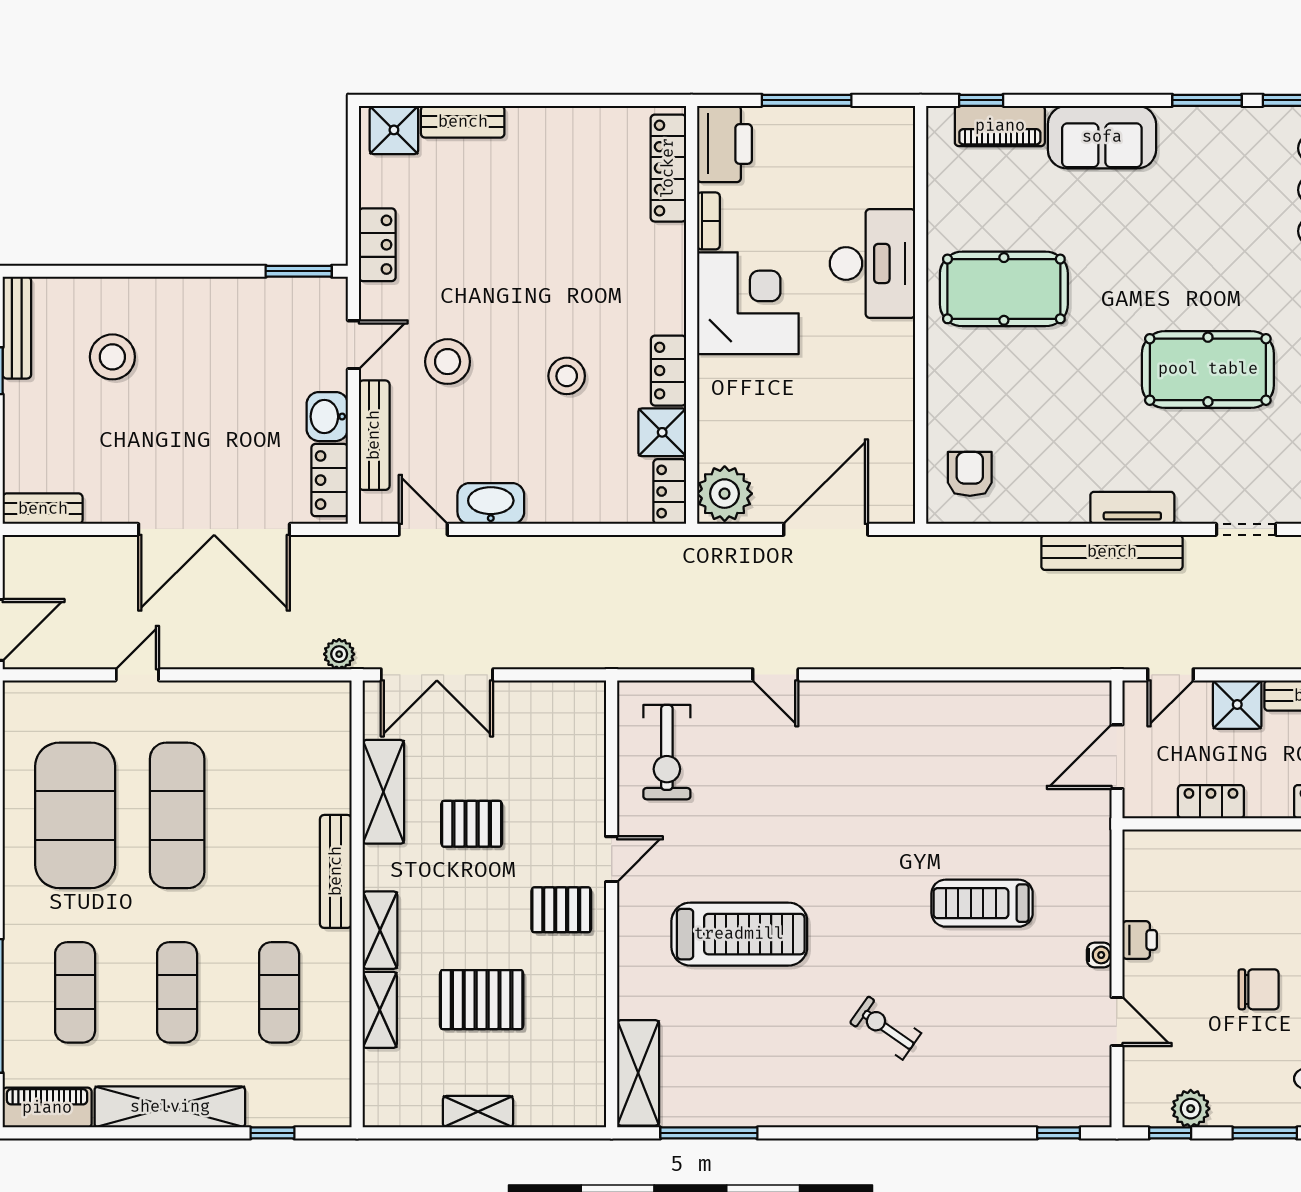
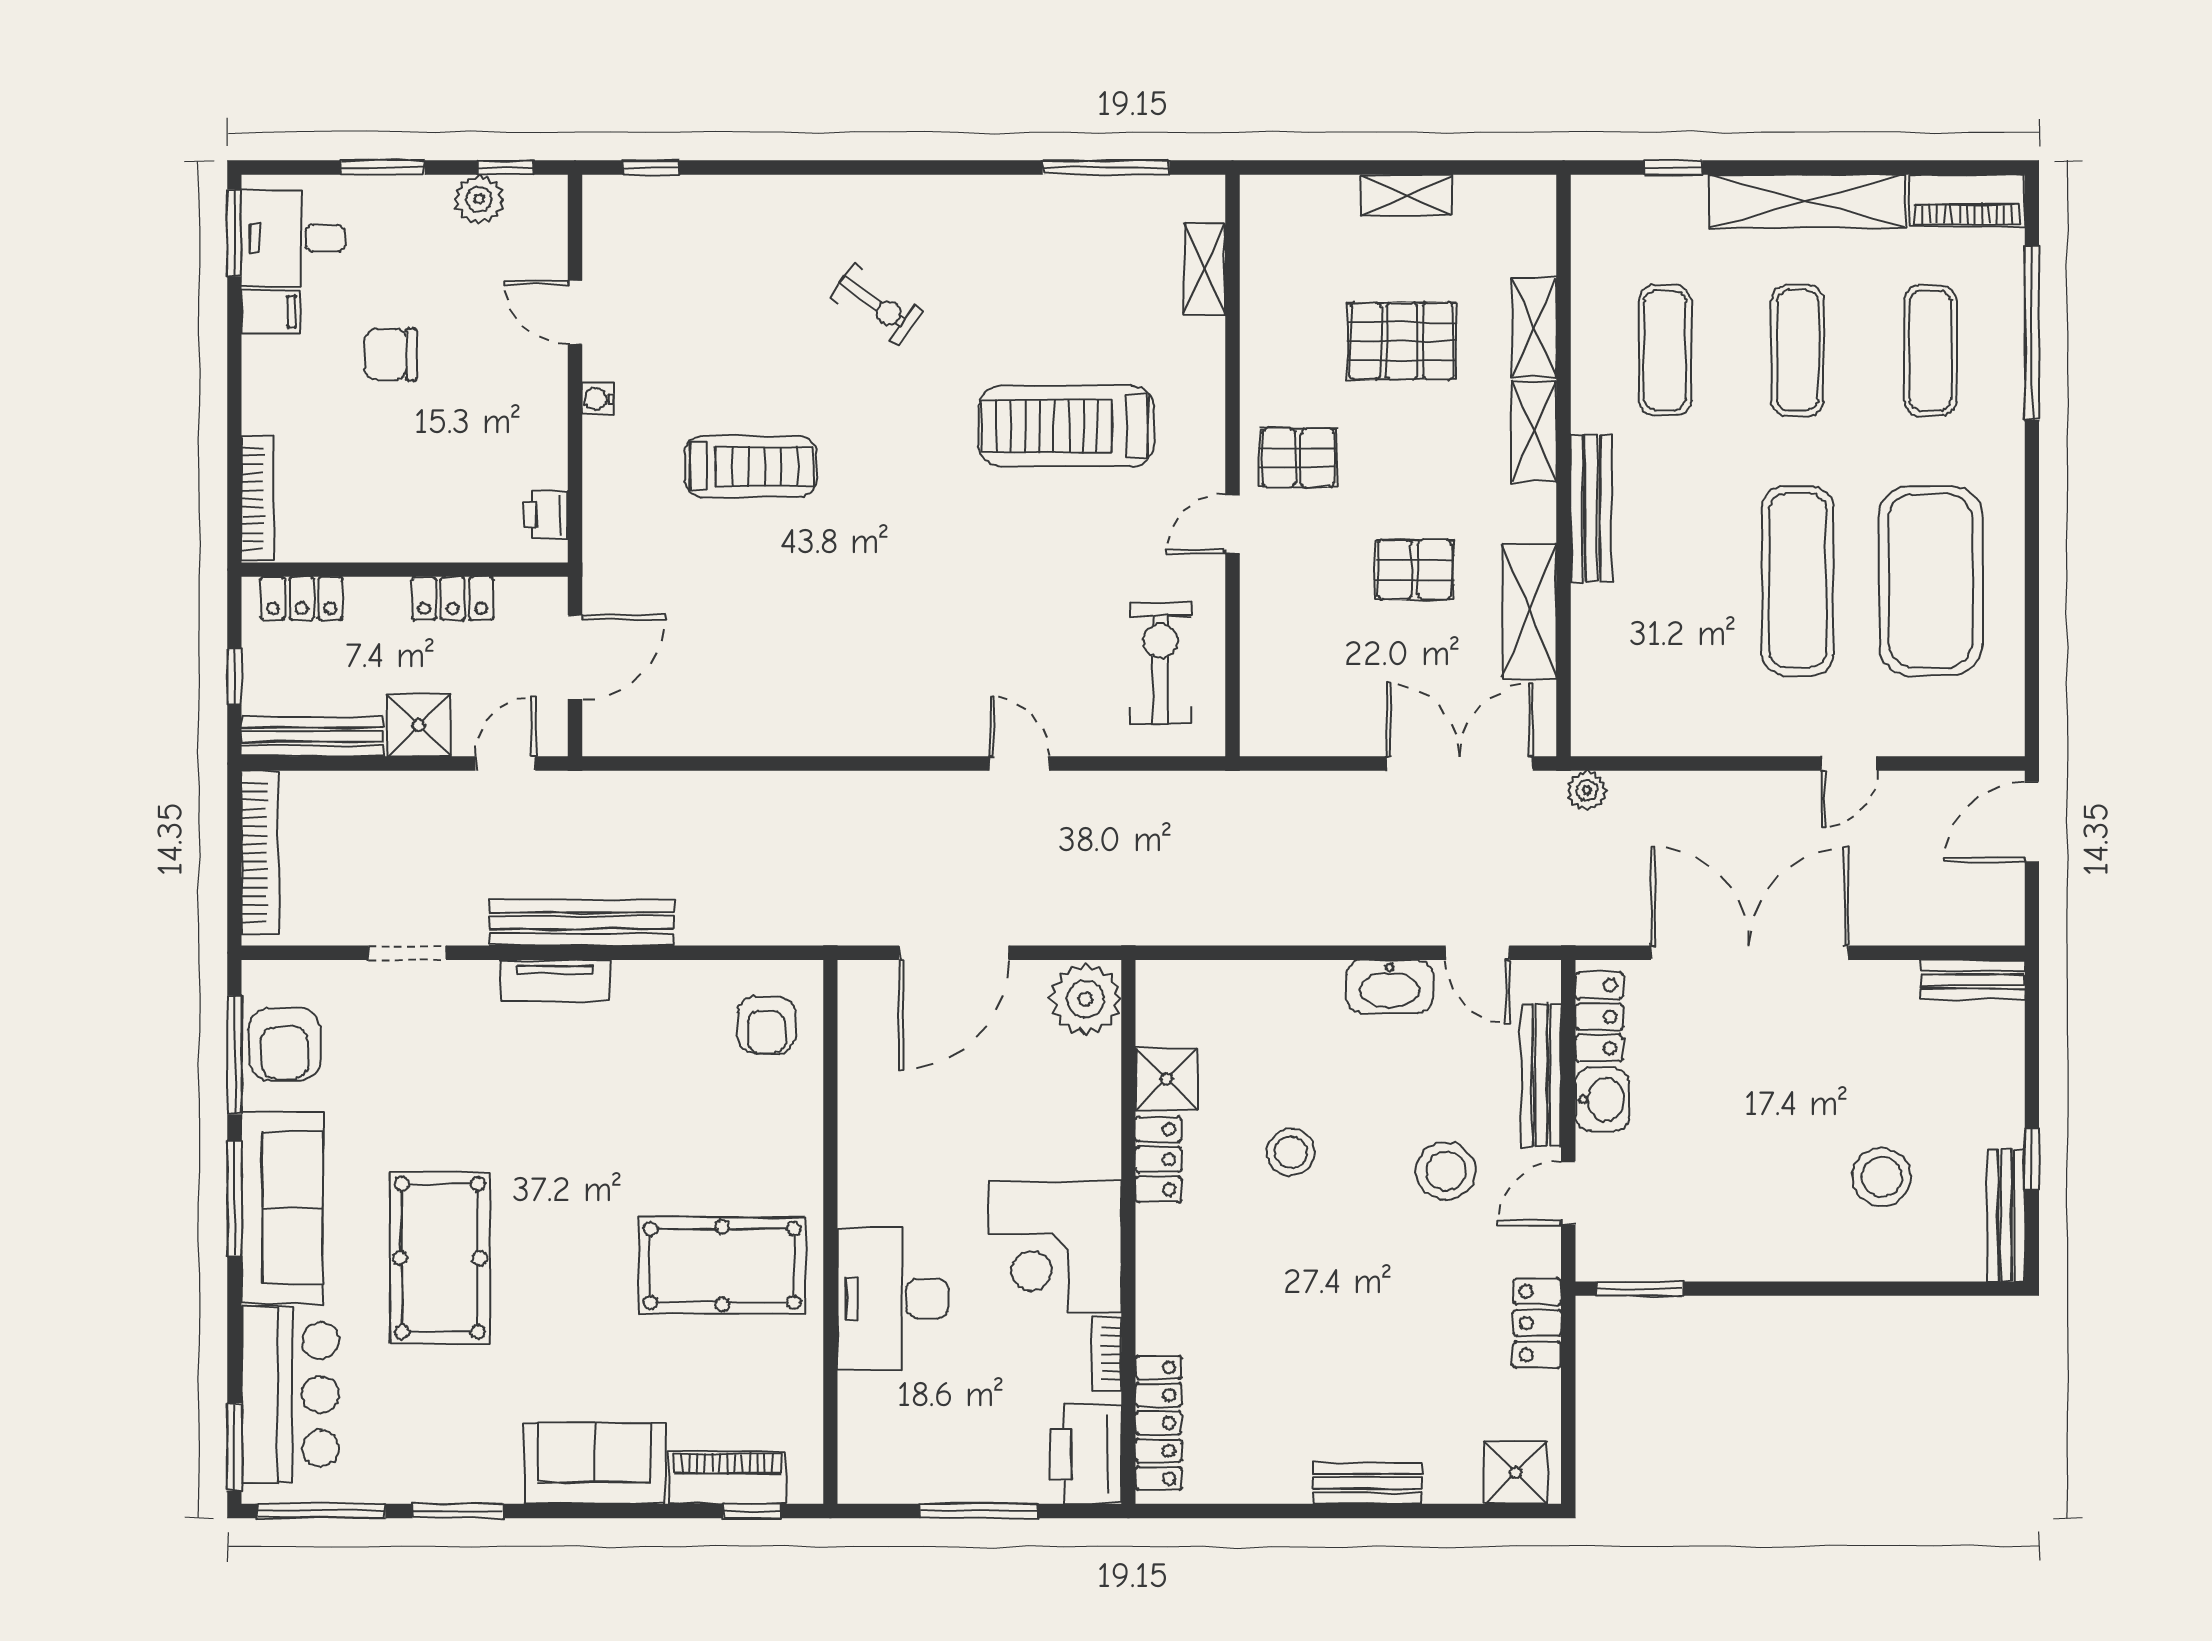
bench: (463, 122) -> (1367, 1483), moved
pool table: (1208, 369) -> (440, 1258), moved, turned 90
locker: (670, 492) -> (1157, 1002), removed
printer: (1140, 940) -> (546, 515), moved
shelving: (638, 1073) -> (1205, 269), width x0.67, depth x0.75

